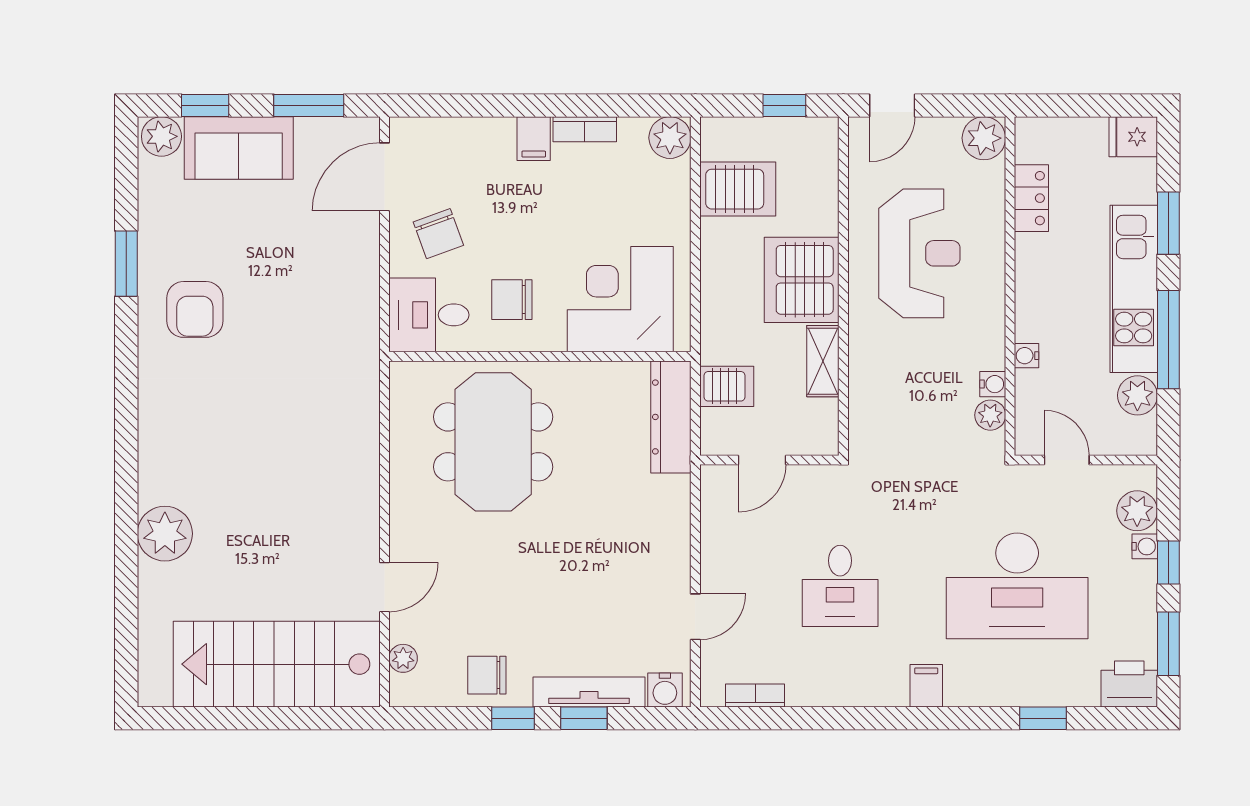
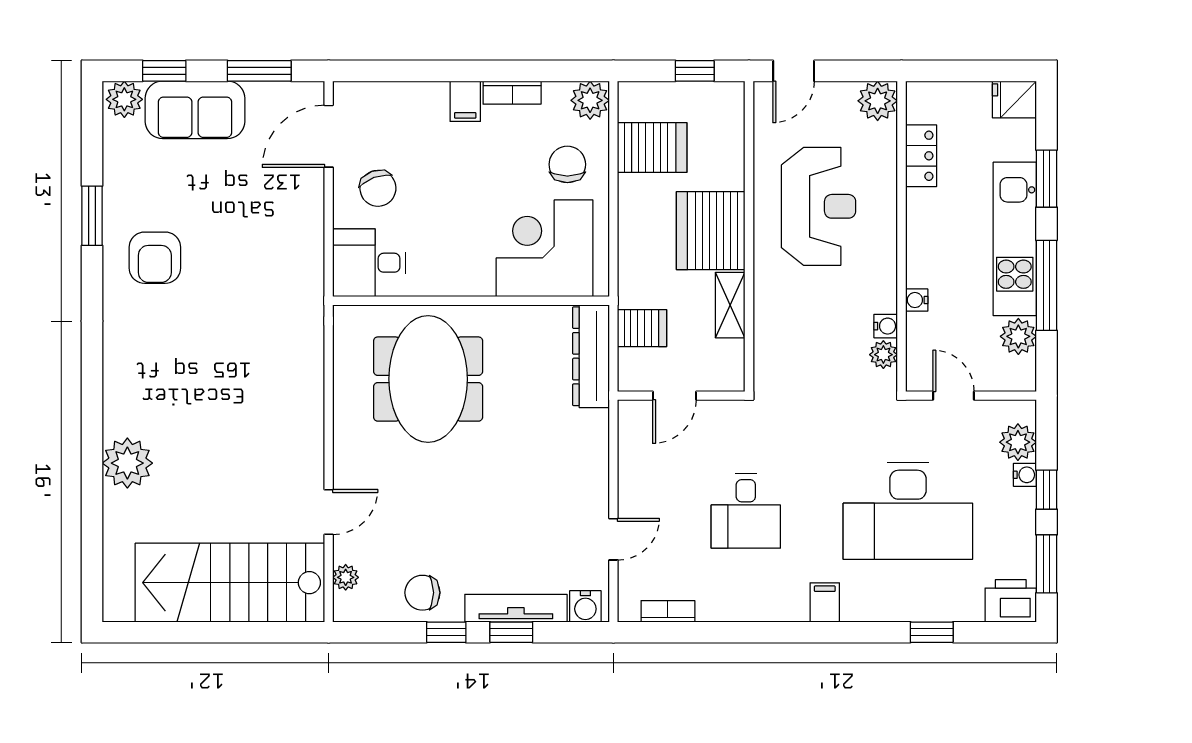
chair: (512, 300) -> (567, 164), moved, turned 90

